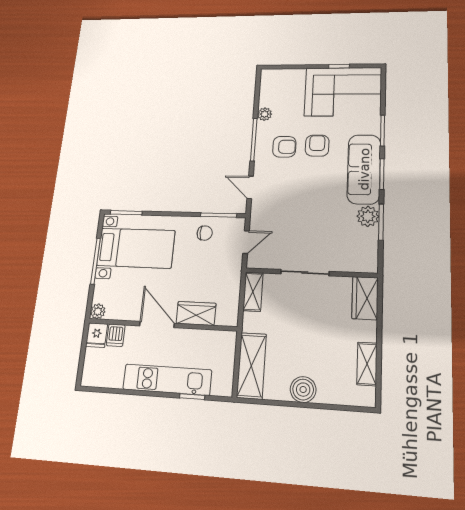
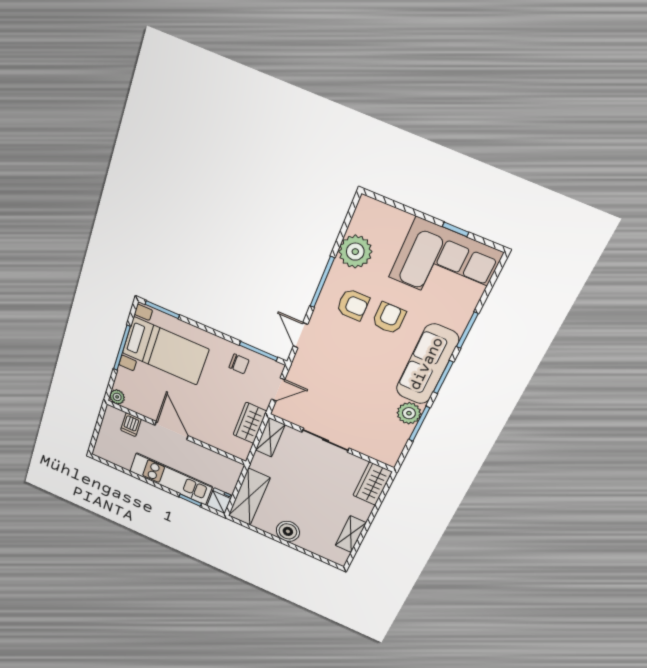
plant: (265, 114) -> (355, 252), width x1.88, depth x1.88
wardrobe: (196, 313) -> (250, 423), moved, turned -90
fridge: (97, 335) -> (219, 501), moved, turned 180

